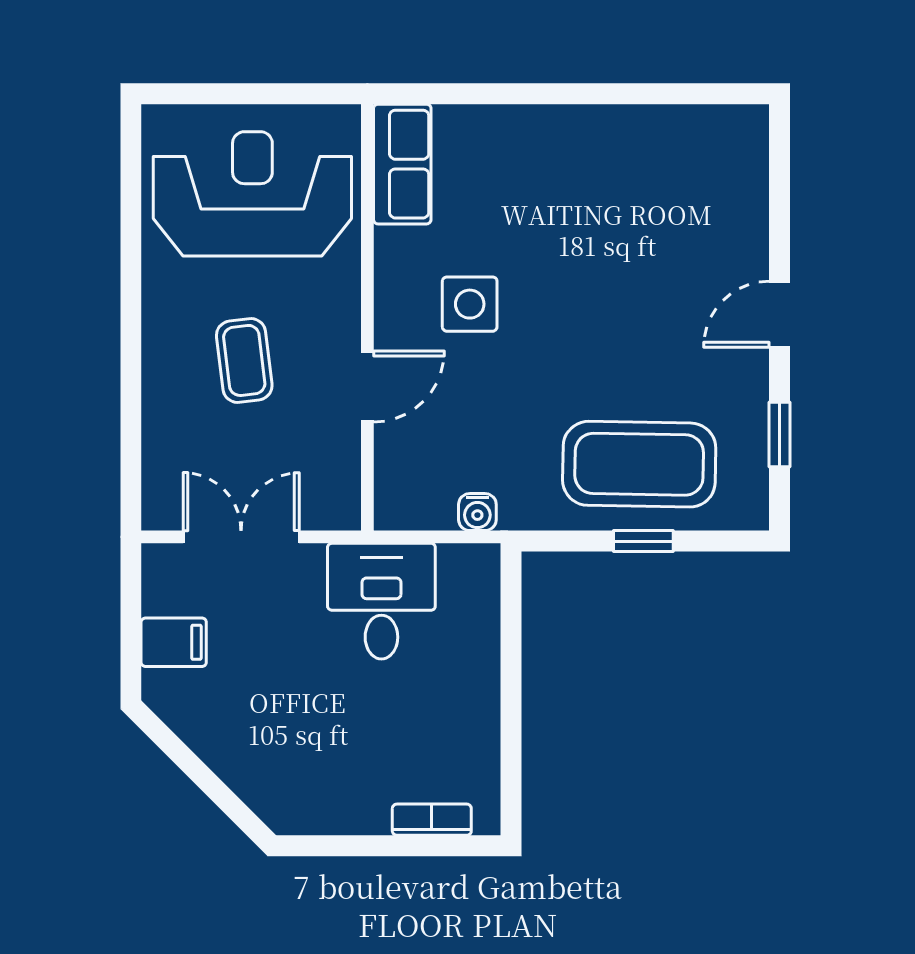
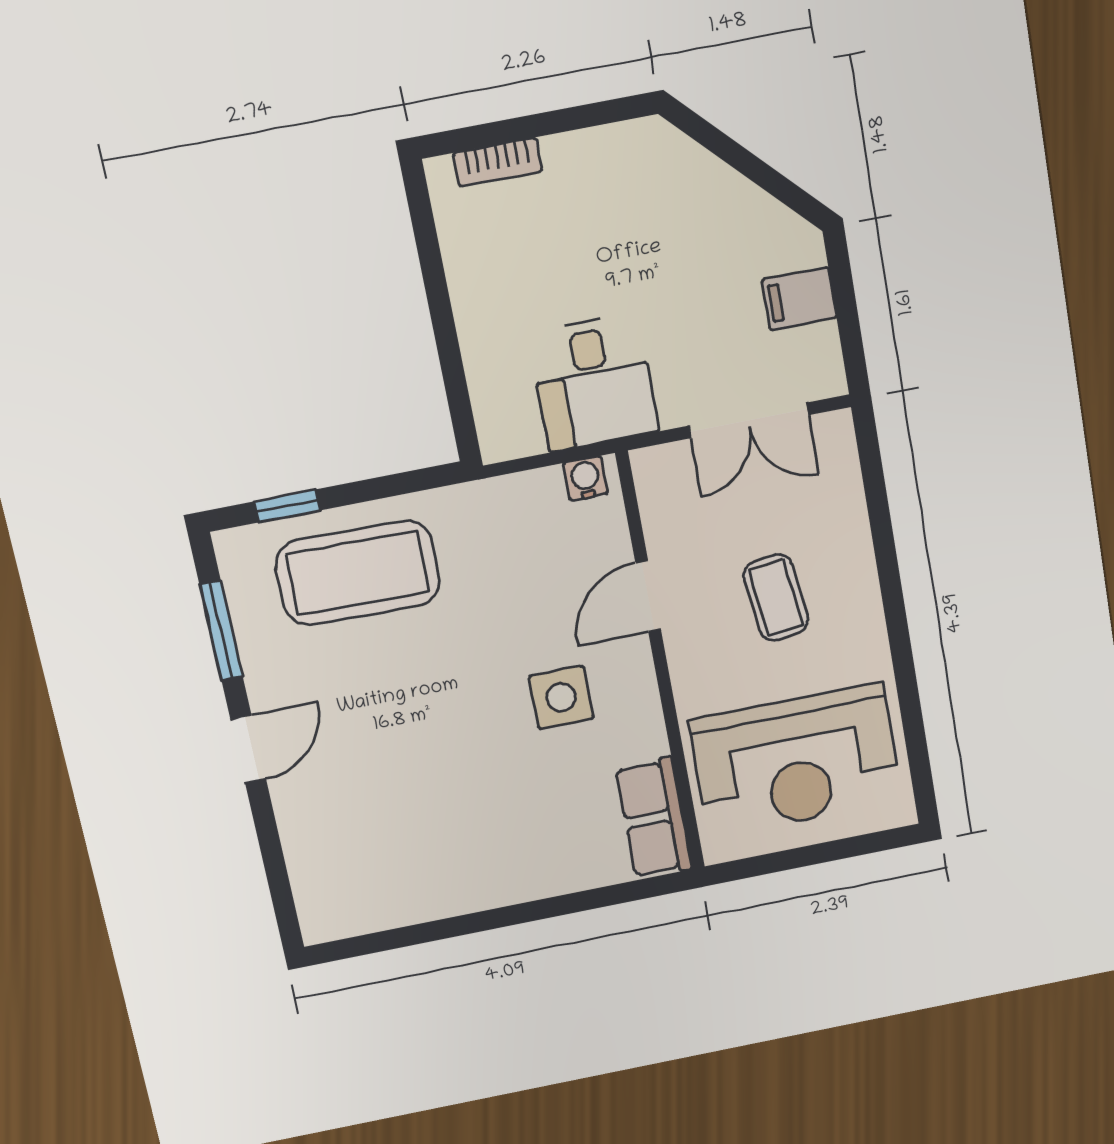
window: (780, 435) -> (221, 631), width x1.50
water cooler: (477, 512) -> (585, 478), moved
window: (643, 541) -> (287, 506), moved

